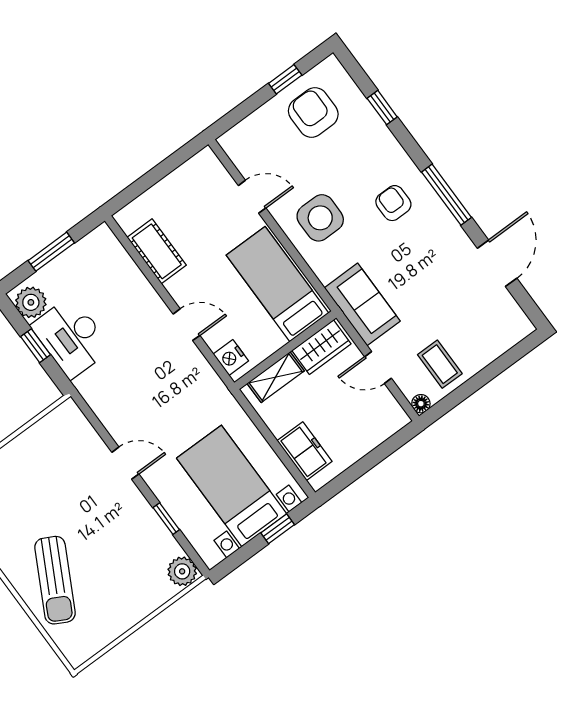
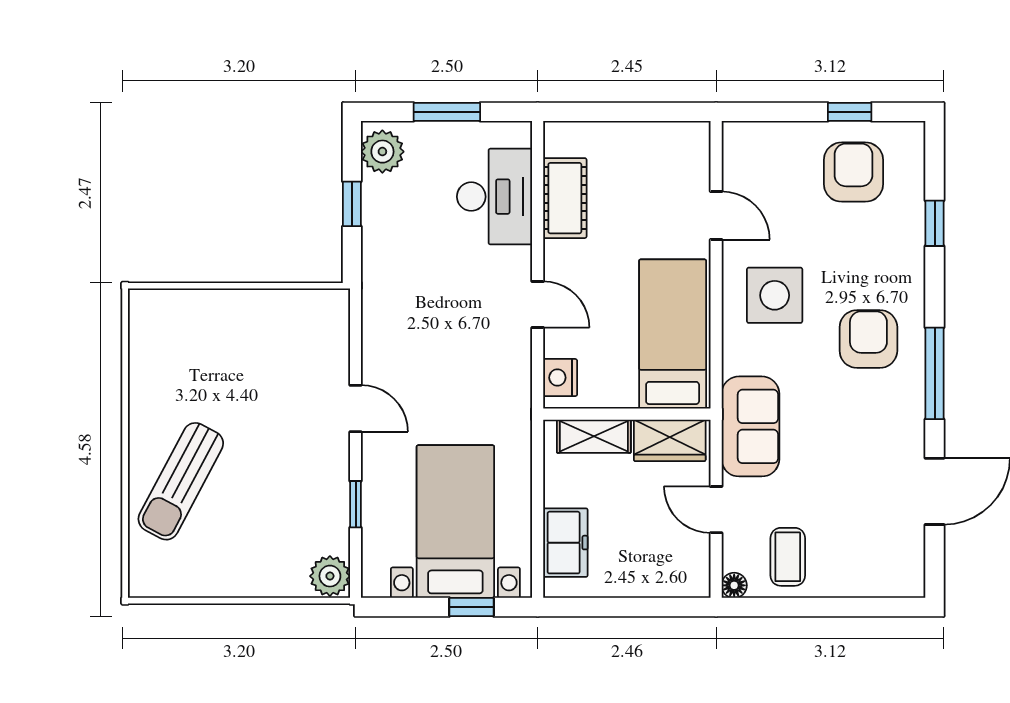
armchair: (393, 203) -> (868, 339), width x1.38, depth x1.38
desk: (71, 337) -> (495, 197), moved, turned 180

